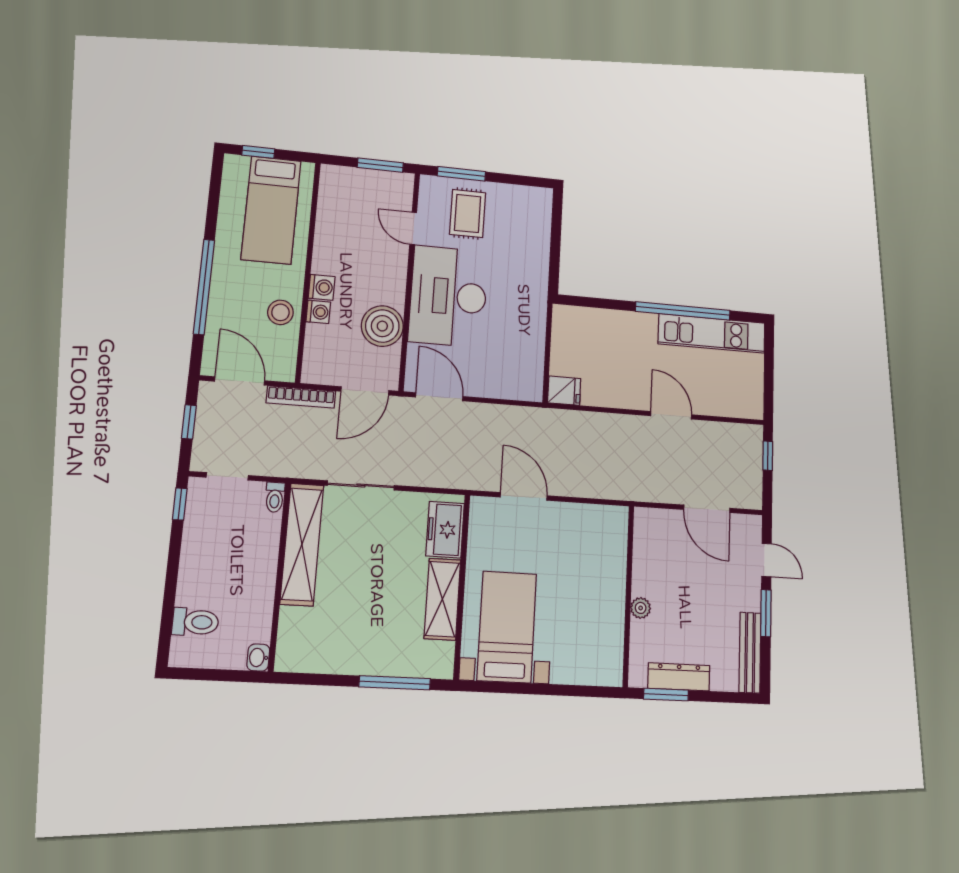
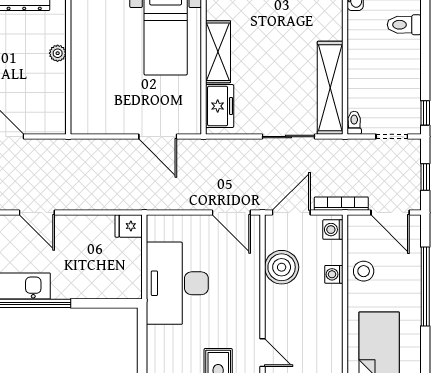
washing machine: (322, 287) -> (333, 230), moved
desk: (448, 296) -> (177, 283), moved, turned 180

